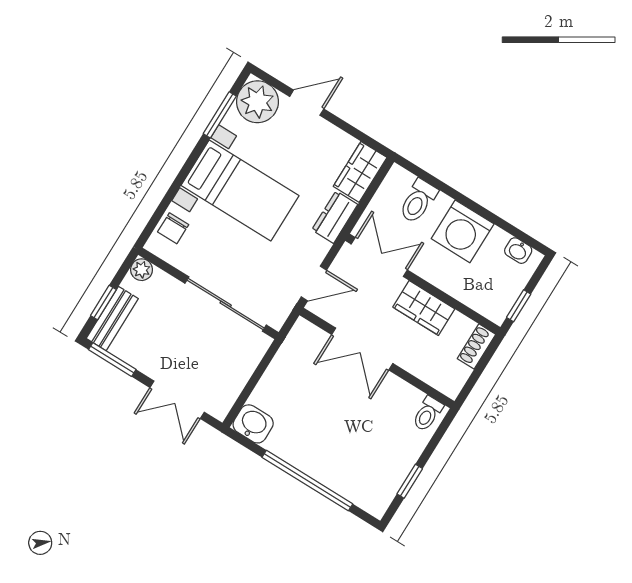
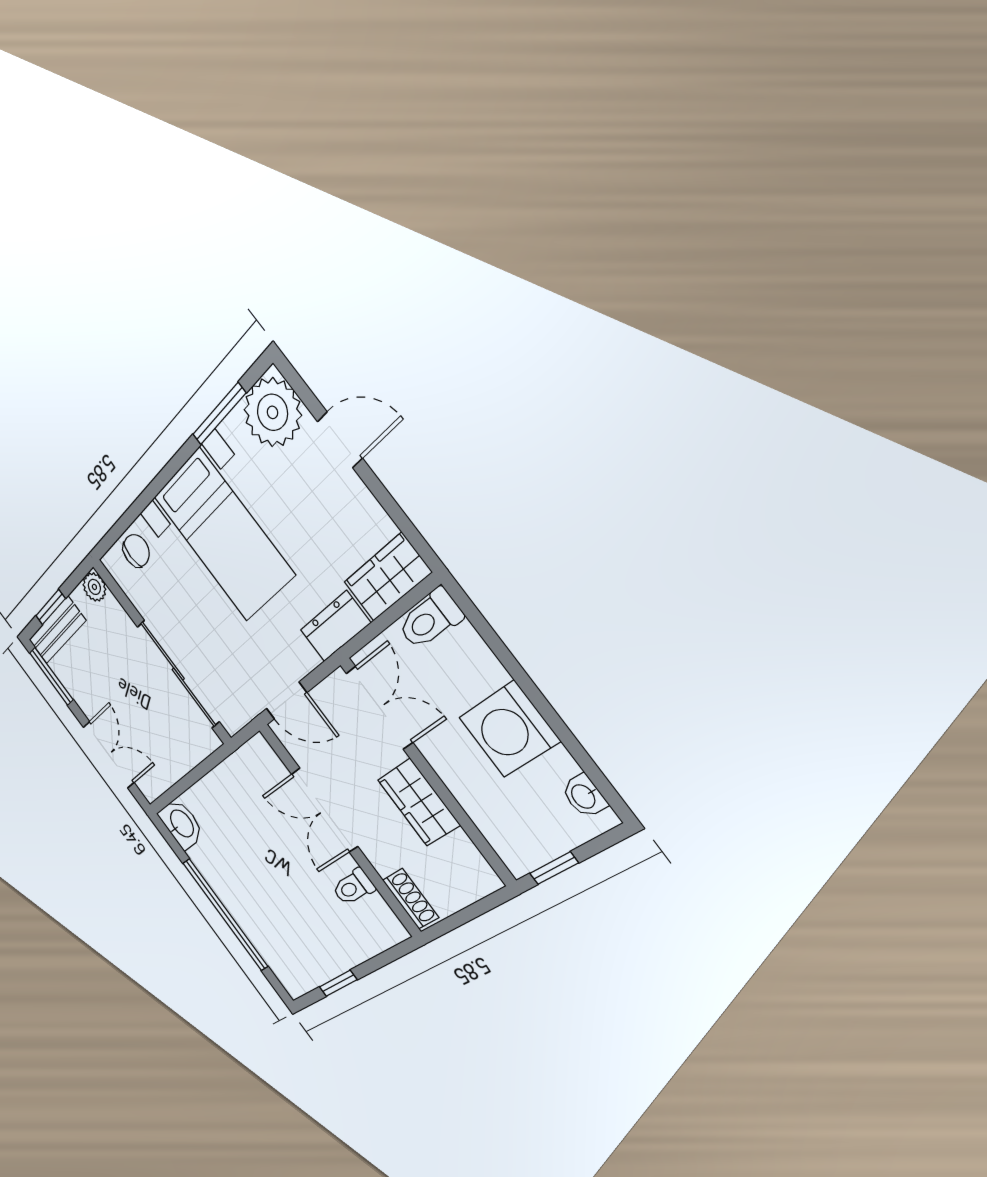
toilet: (418, 201) -> (430, 619), moved
chair: (173, 228) -> (136, 551), turned 180
shoe rack: (477, 346) -> (411, 899), moved, turned 90
double door: (177, 400) -> (109, 755), swing flipped
toilet: (428, 414) -> (353, 887), moved

